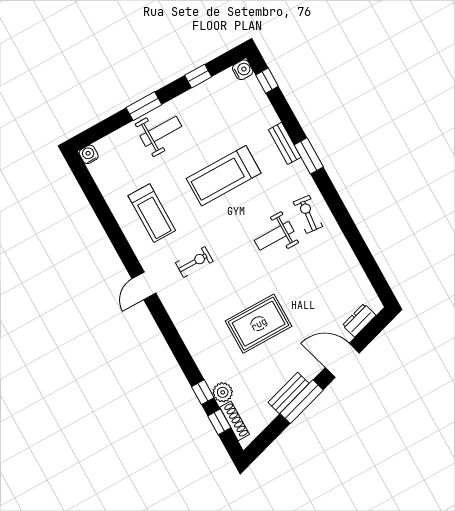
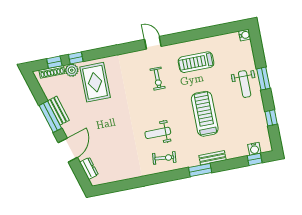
water cooler: (243, 70) -> (254, 149), moved
weight bench: (274, 236) -> (158, 133), turned -90
rug: (259, 324) -> (95, 82), moved

